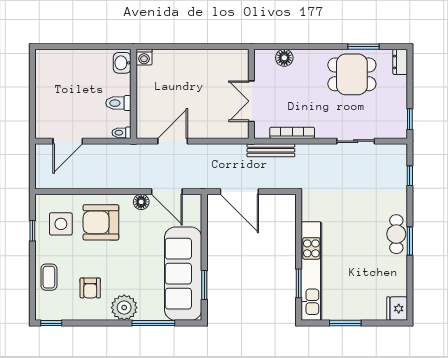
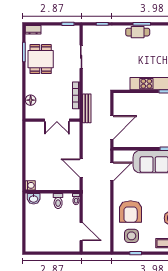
floor lamp: (141, 202) -> (118, 187), removed

